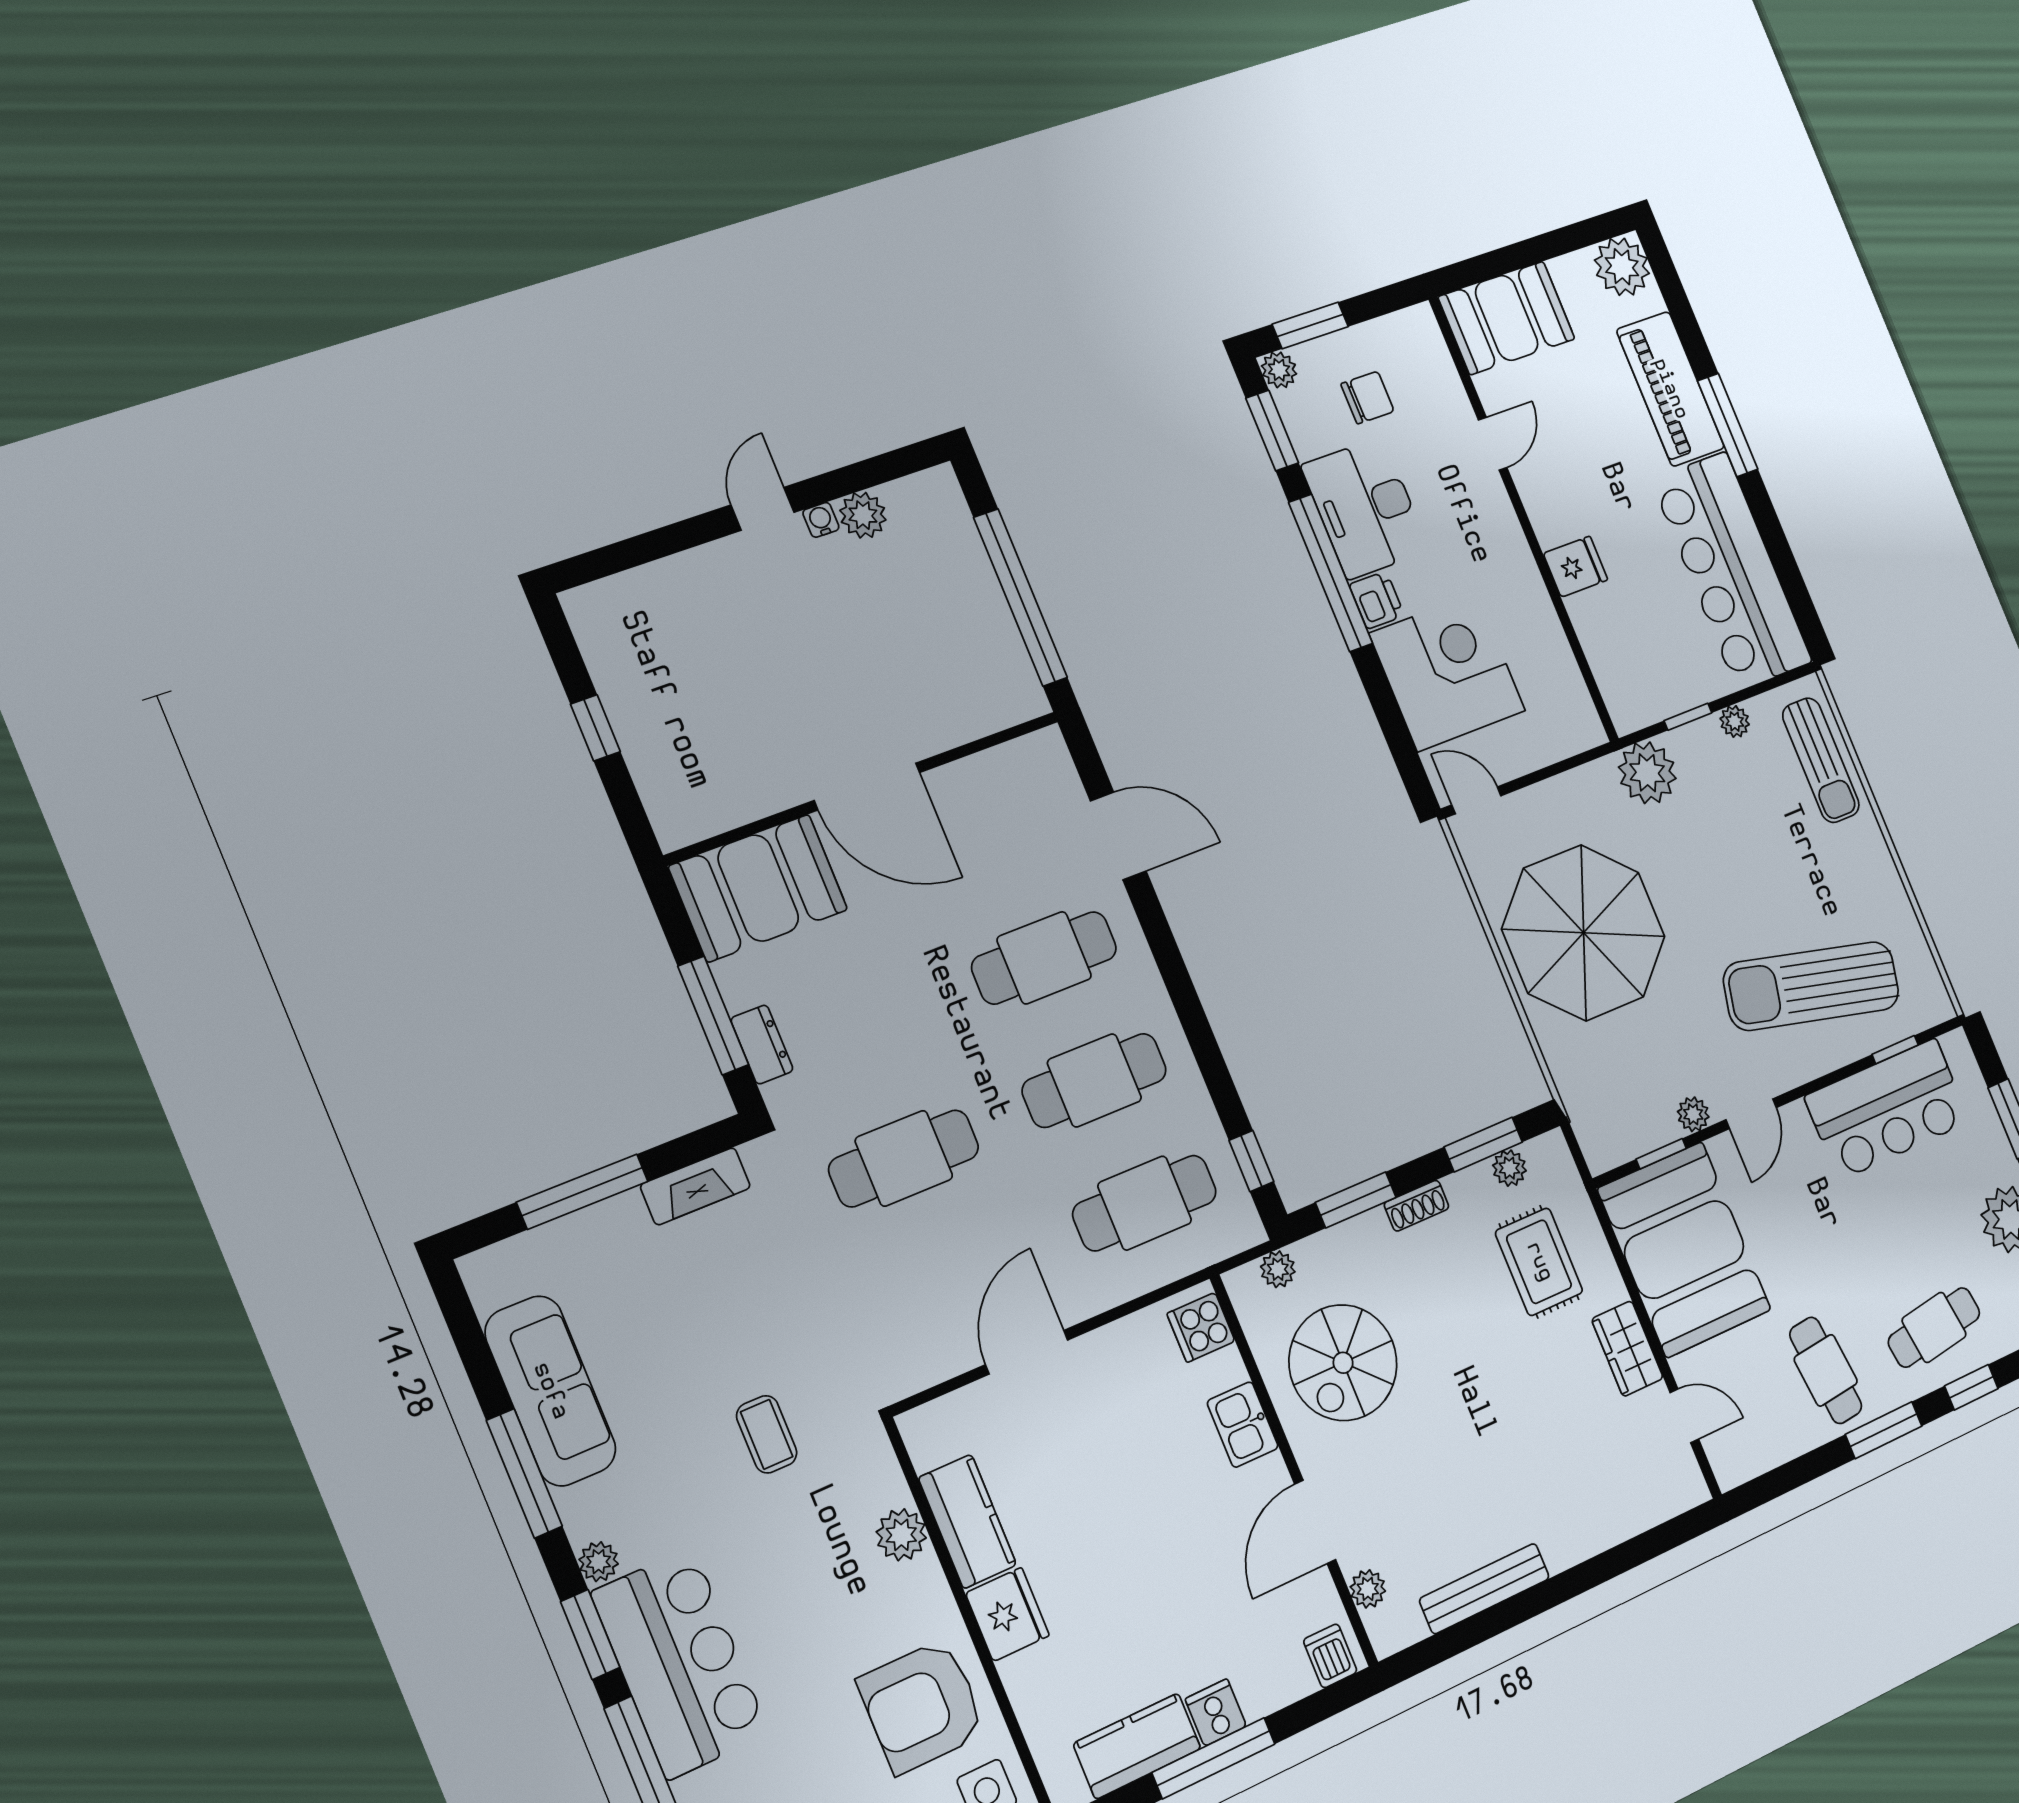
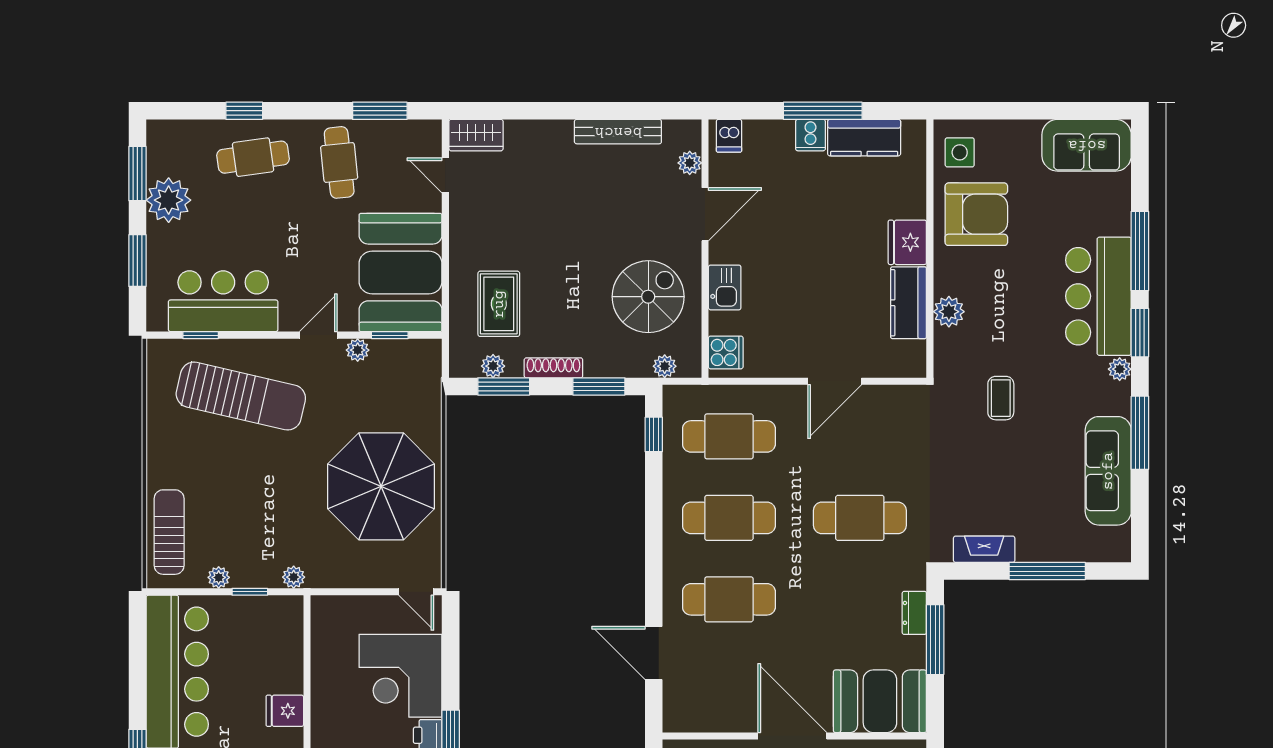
plant: (1647, 773) -> (294, 577), width x0.53, depth x0.53
shoe rack: (1416, 1206) -> (553, 368), width x1.43
wardrobe: (1627, 1349) -> (476, 135), moved, turned 90
window: (1884, 1430) -> (380, 111), moved

